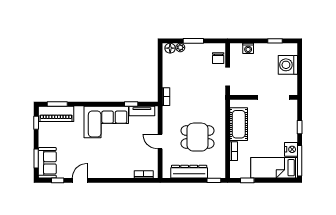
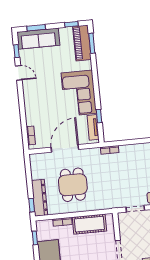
door: (160, 141) -> (65, 148), width x1.87
sofa: (47, 163) -> (38, 39), width x1.36
dresser: (189, 172) -> (40, 198), moved

